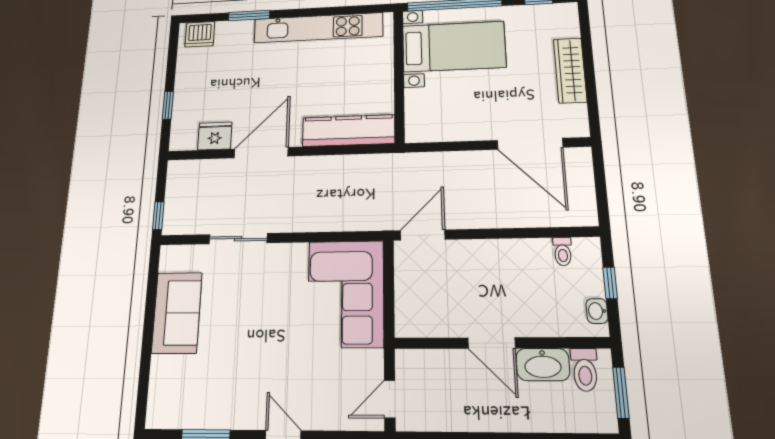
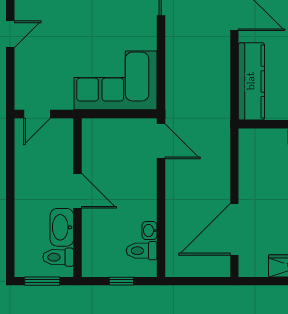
toilet: (563, 252) -> (142, 251), width x1.37, depth x1.39
washbasin: (597, 311) -> (150, 231), moved, turned -90
door: (491, 343) -> (77, 191), swing flipped
door: (390, 399) -> (37, 114), swing flipped

